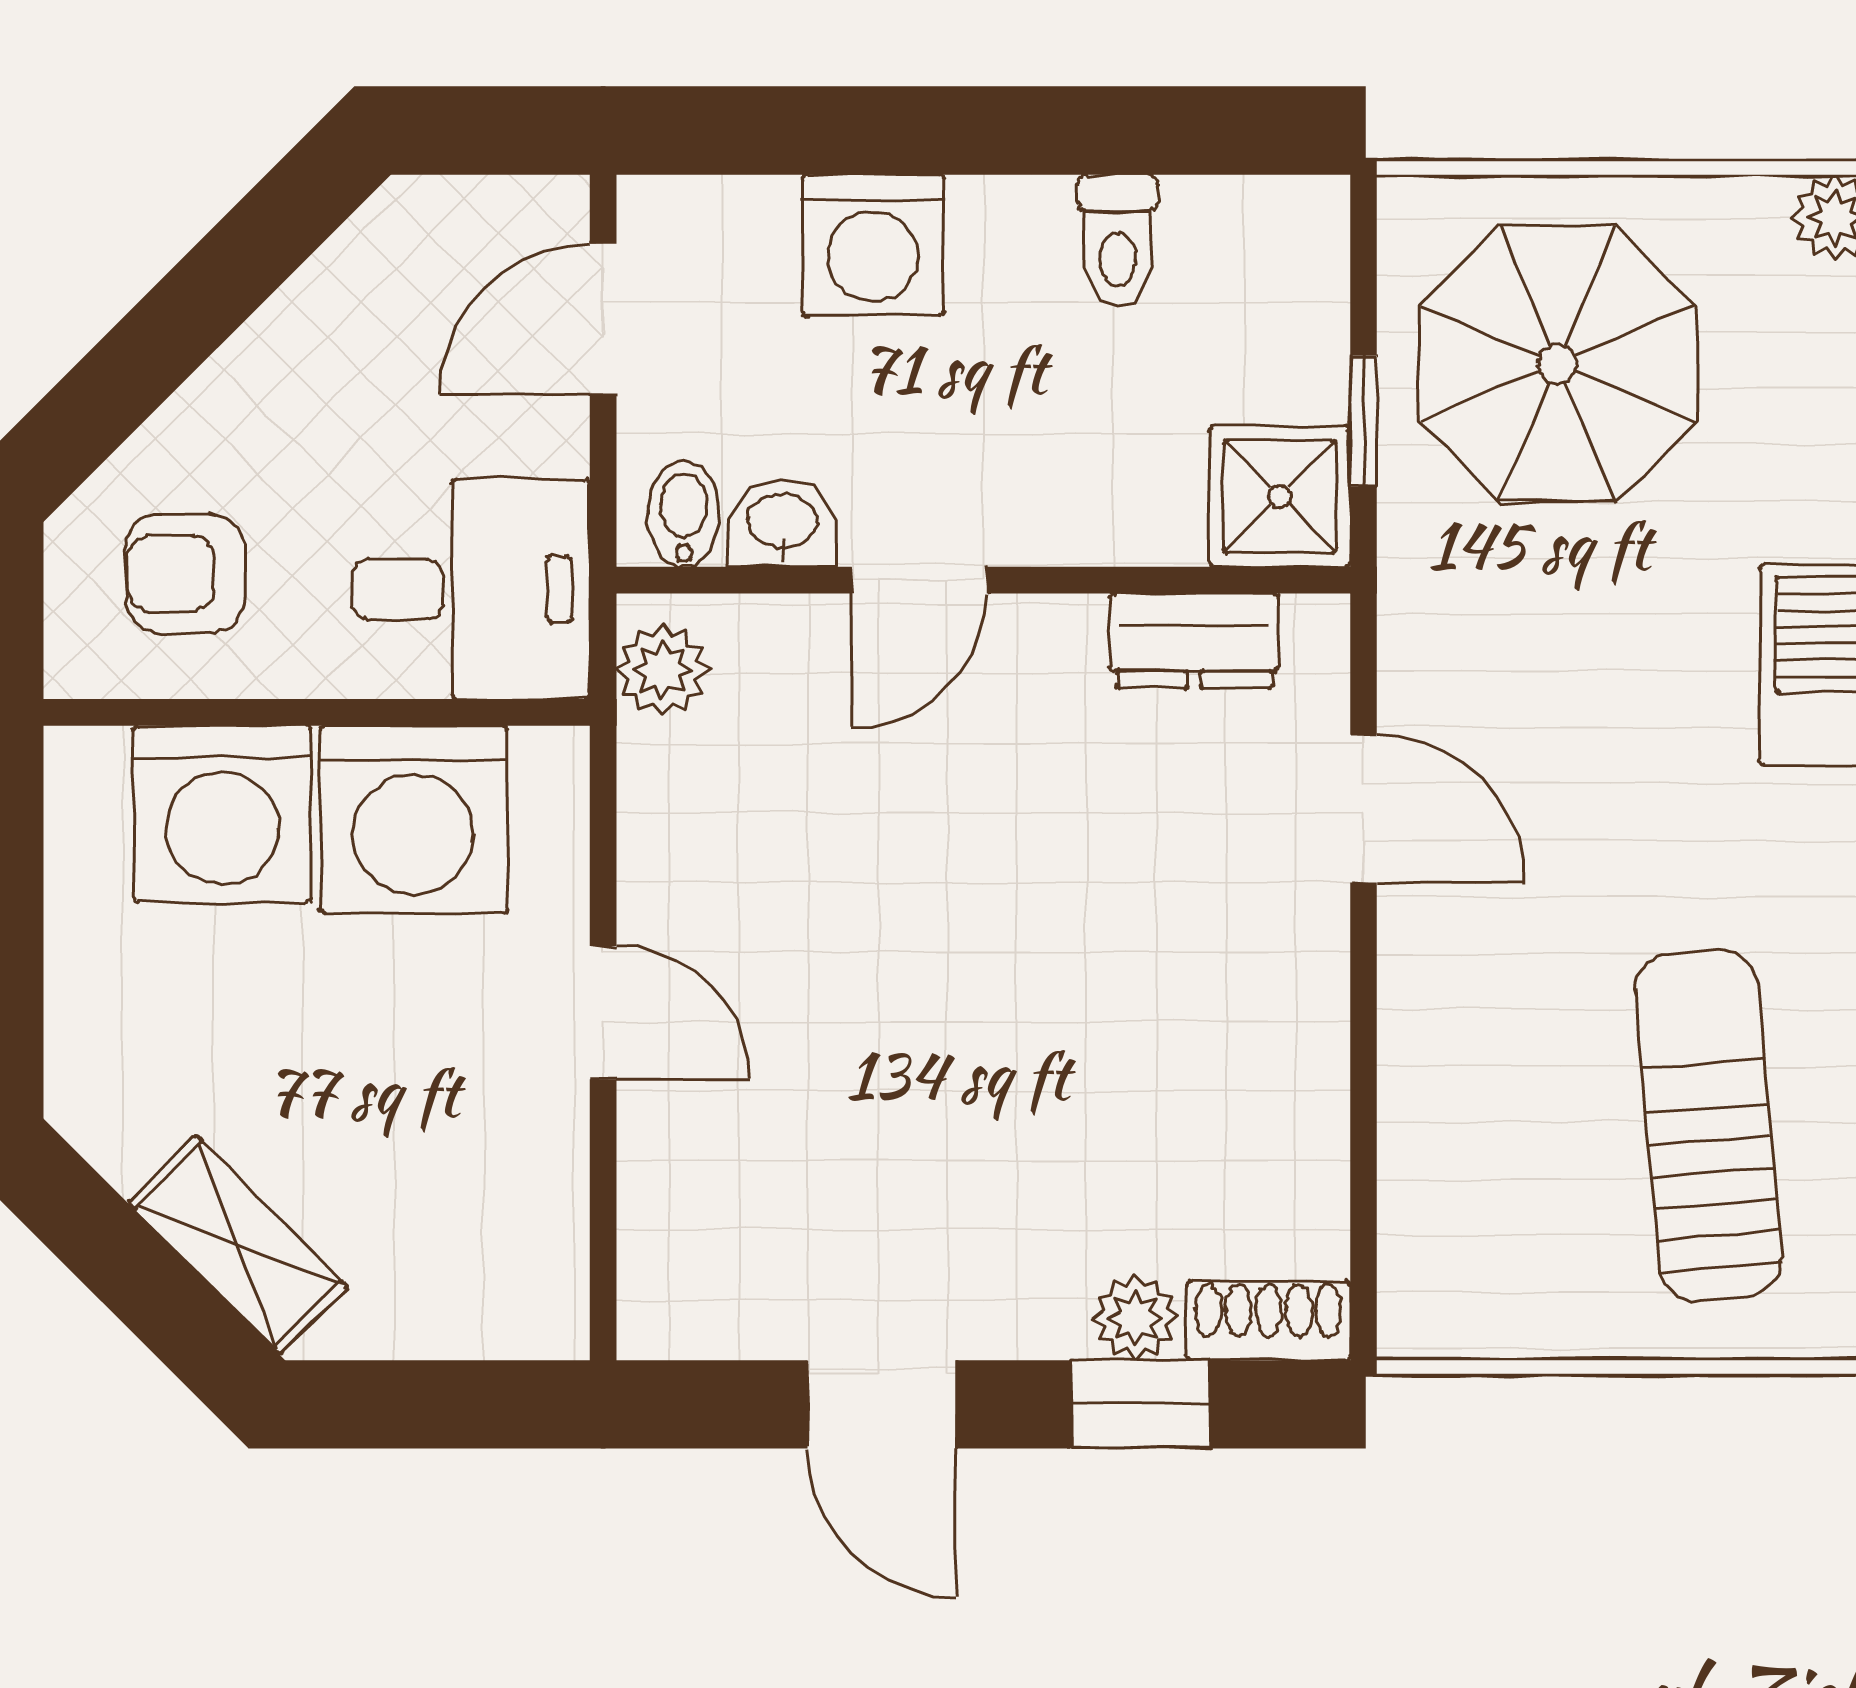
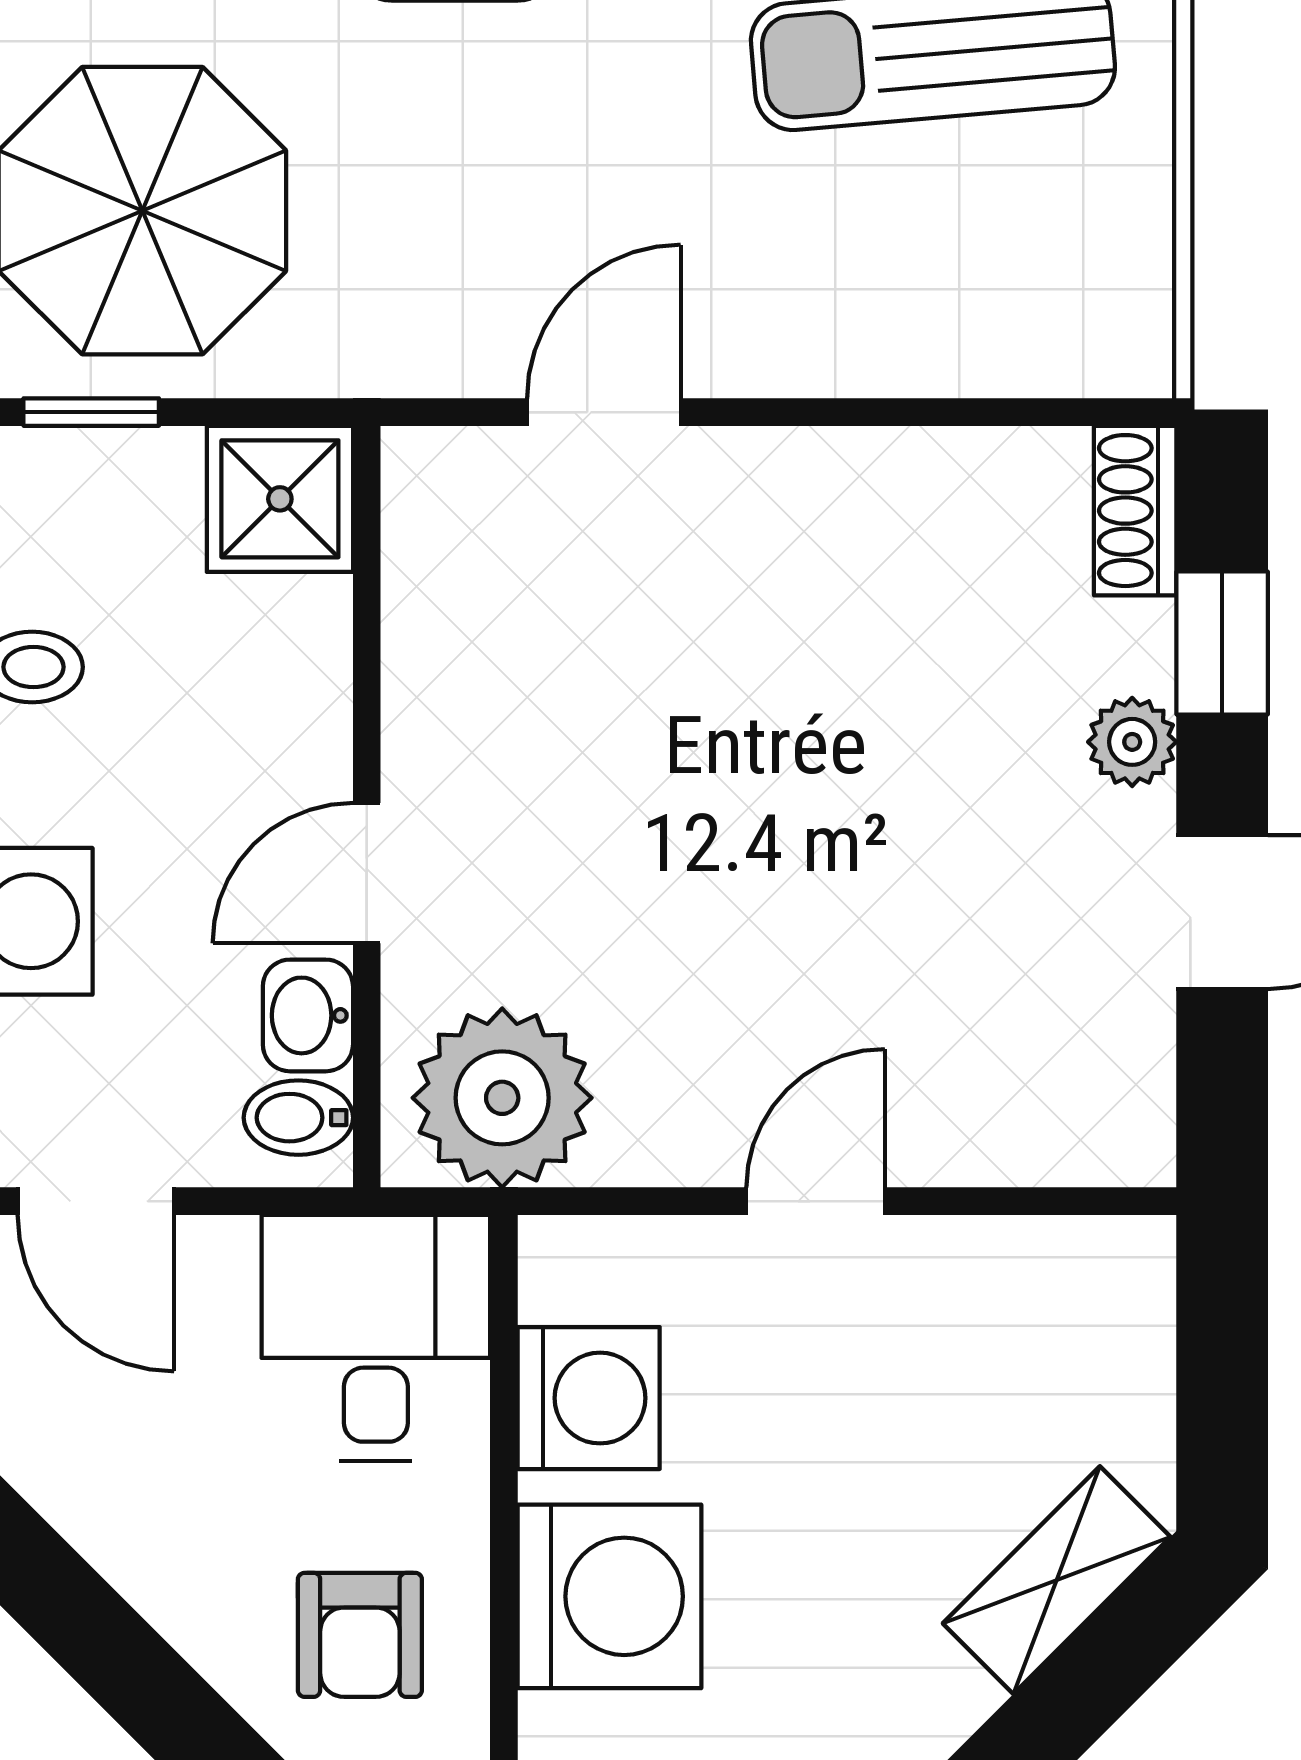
window: (1363, 421) -> (91, 412), moved
door: (919, 580) -> (367, 873), swing flipped
dresser: (1194, 641) -> (430, 588), removed
plant: (662, 670) -> (502, 1098), width x1.88, depth x1.88
washing machine: (413, 819) -> (589, 1398), width x0.73, depth x0.73
plant: (1135, 1318) -> (1132, 742), moved

